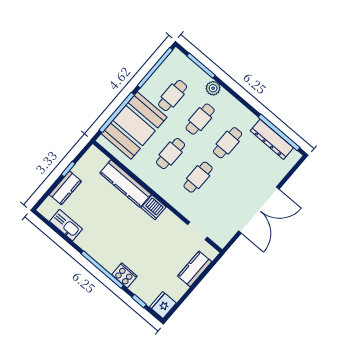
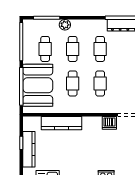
kitchen counter: (65, 188) -> (29, 149), width x1.50
dishwasher: (154, 207) -> (109, 123), moved

